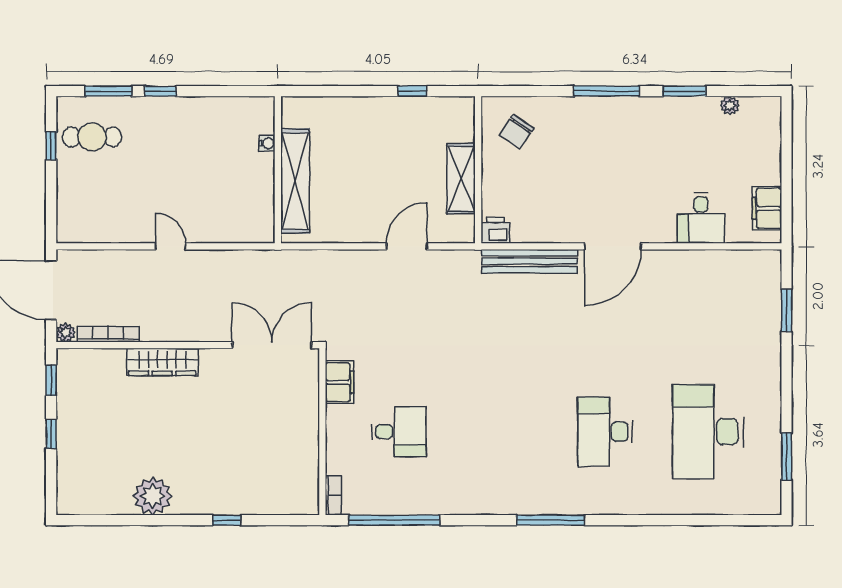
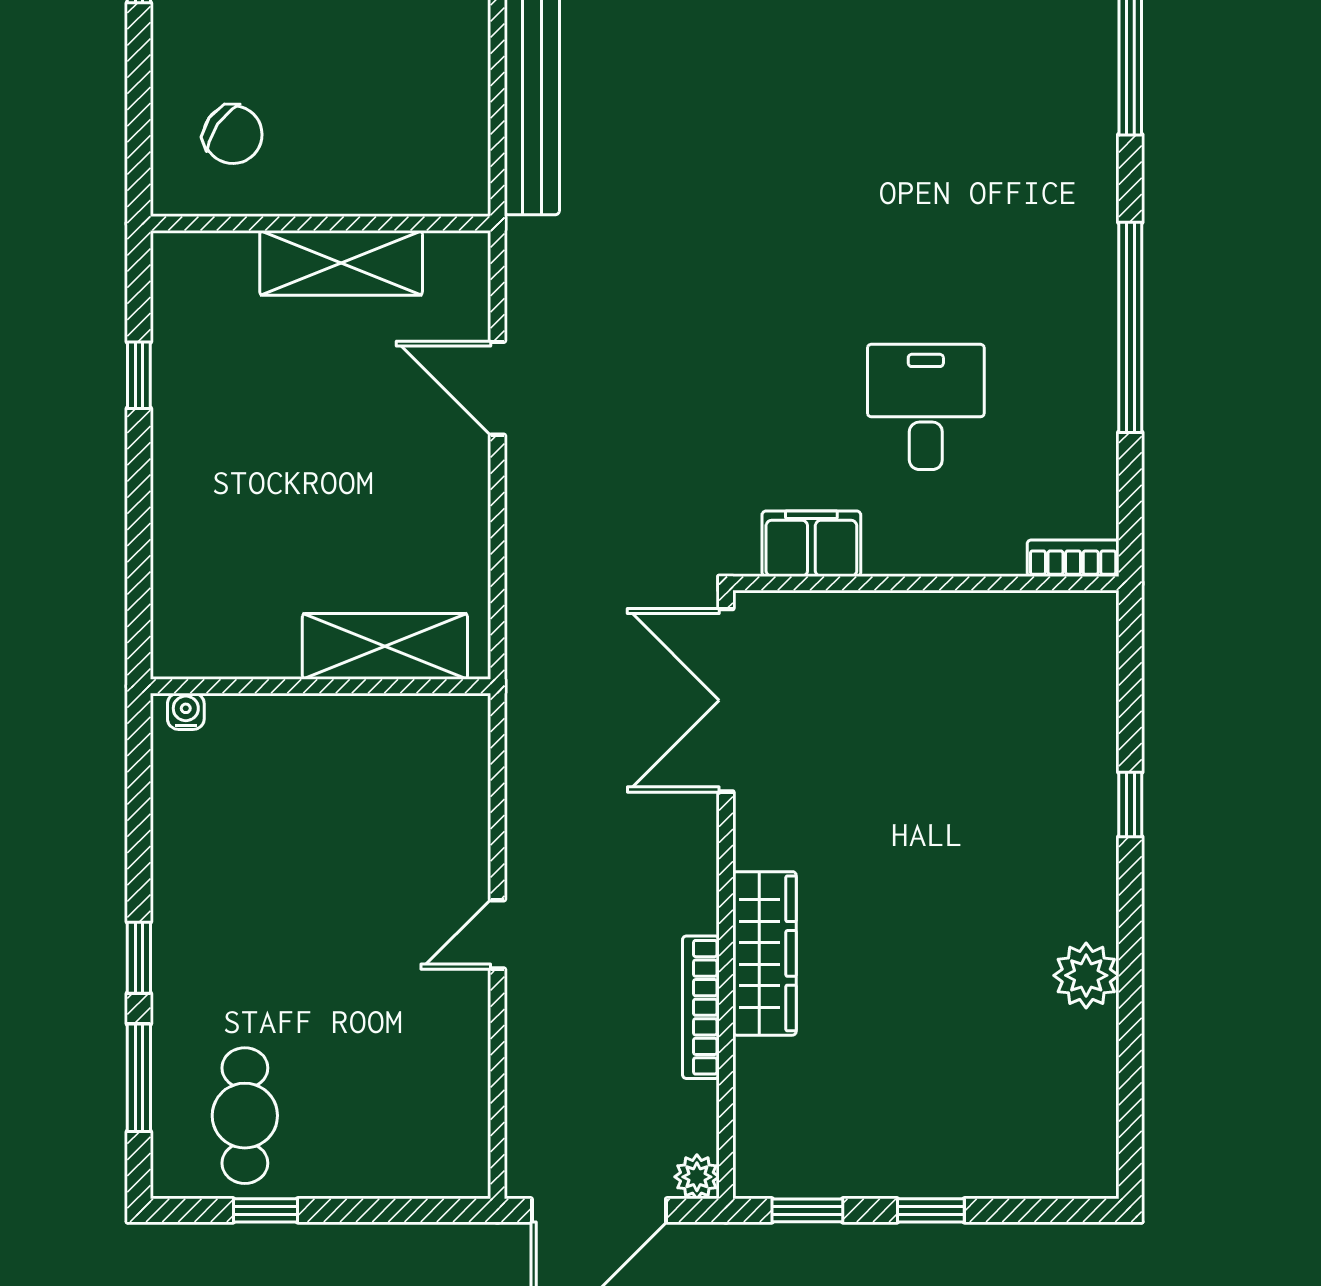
water cooler: (267, 143) -> (186, 711), moved
shelving: (295, 181) -> (385, 646), width x0.68
printer: (495, 230) -> (460, 183), removed
bookcase: (108, 334) -> (701, 1007), moved
plant: (153, 496) -> (1086, 975), width x0.73, depth x0.73
window: (394, 520) -> (1130, 327), moved

